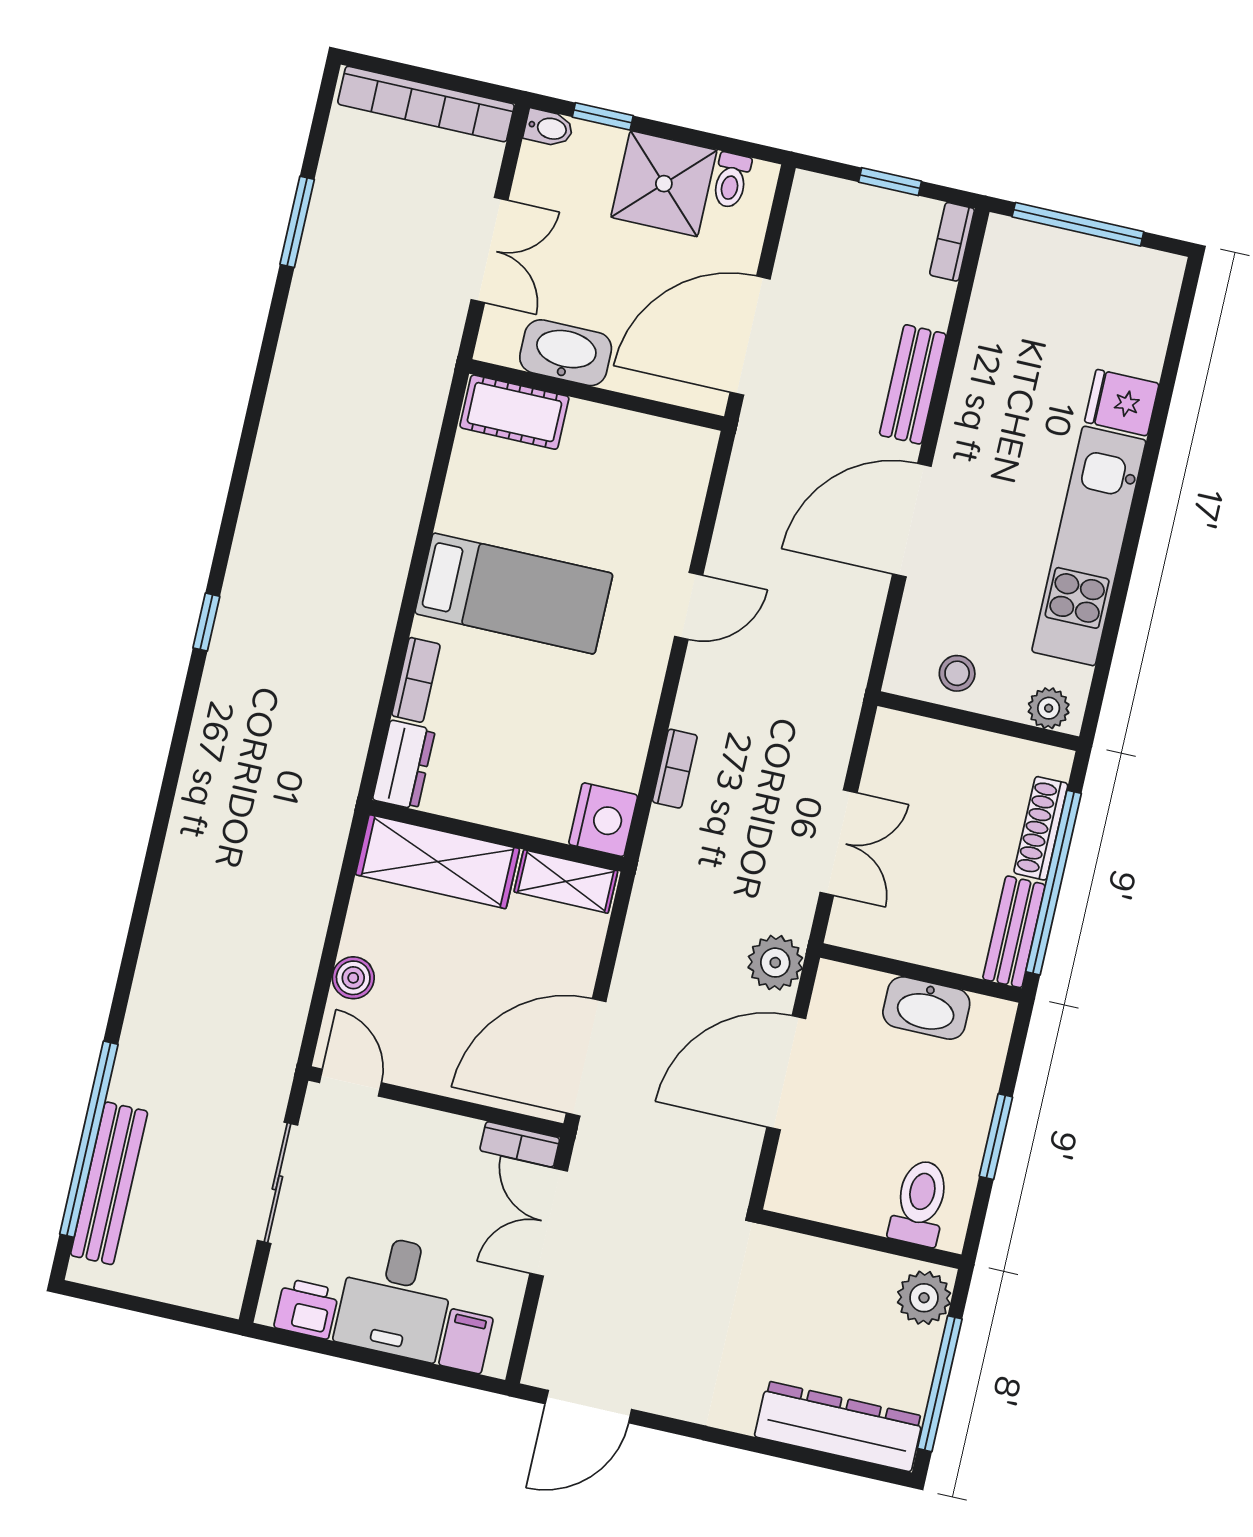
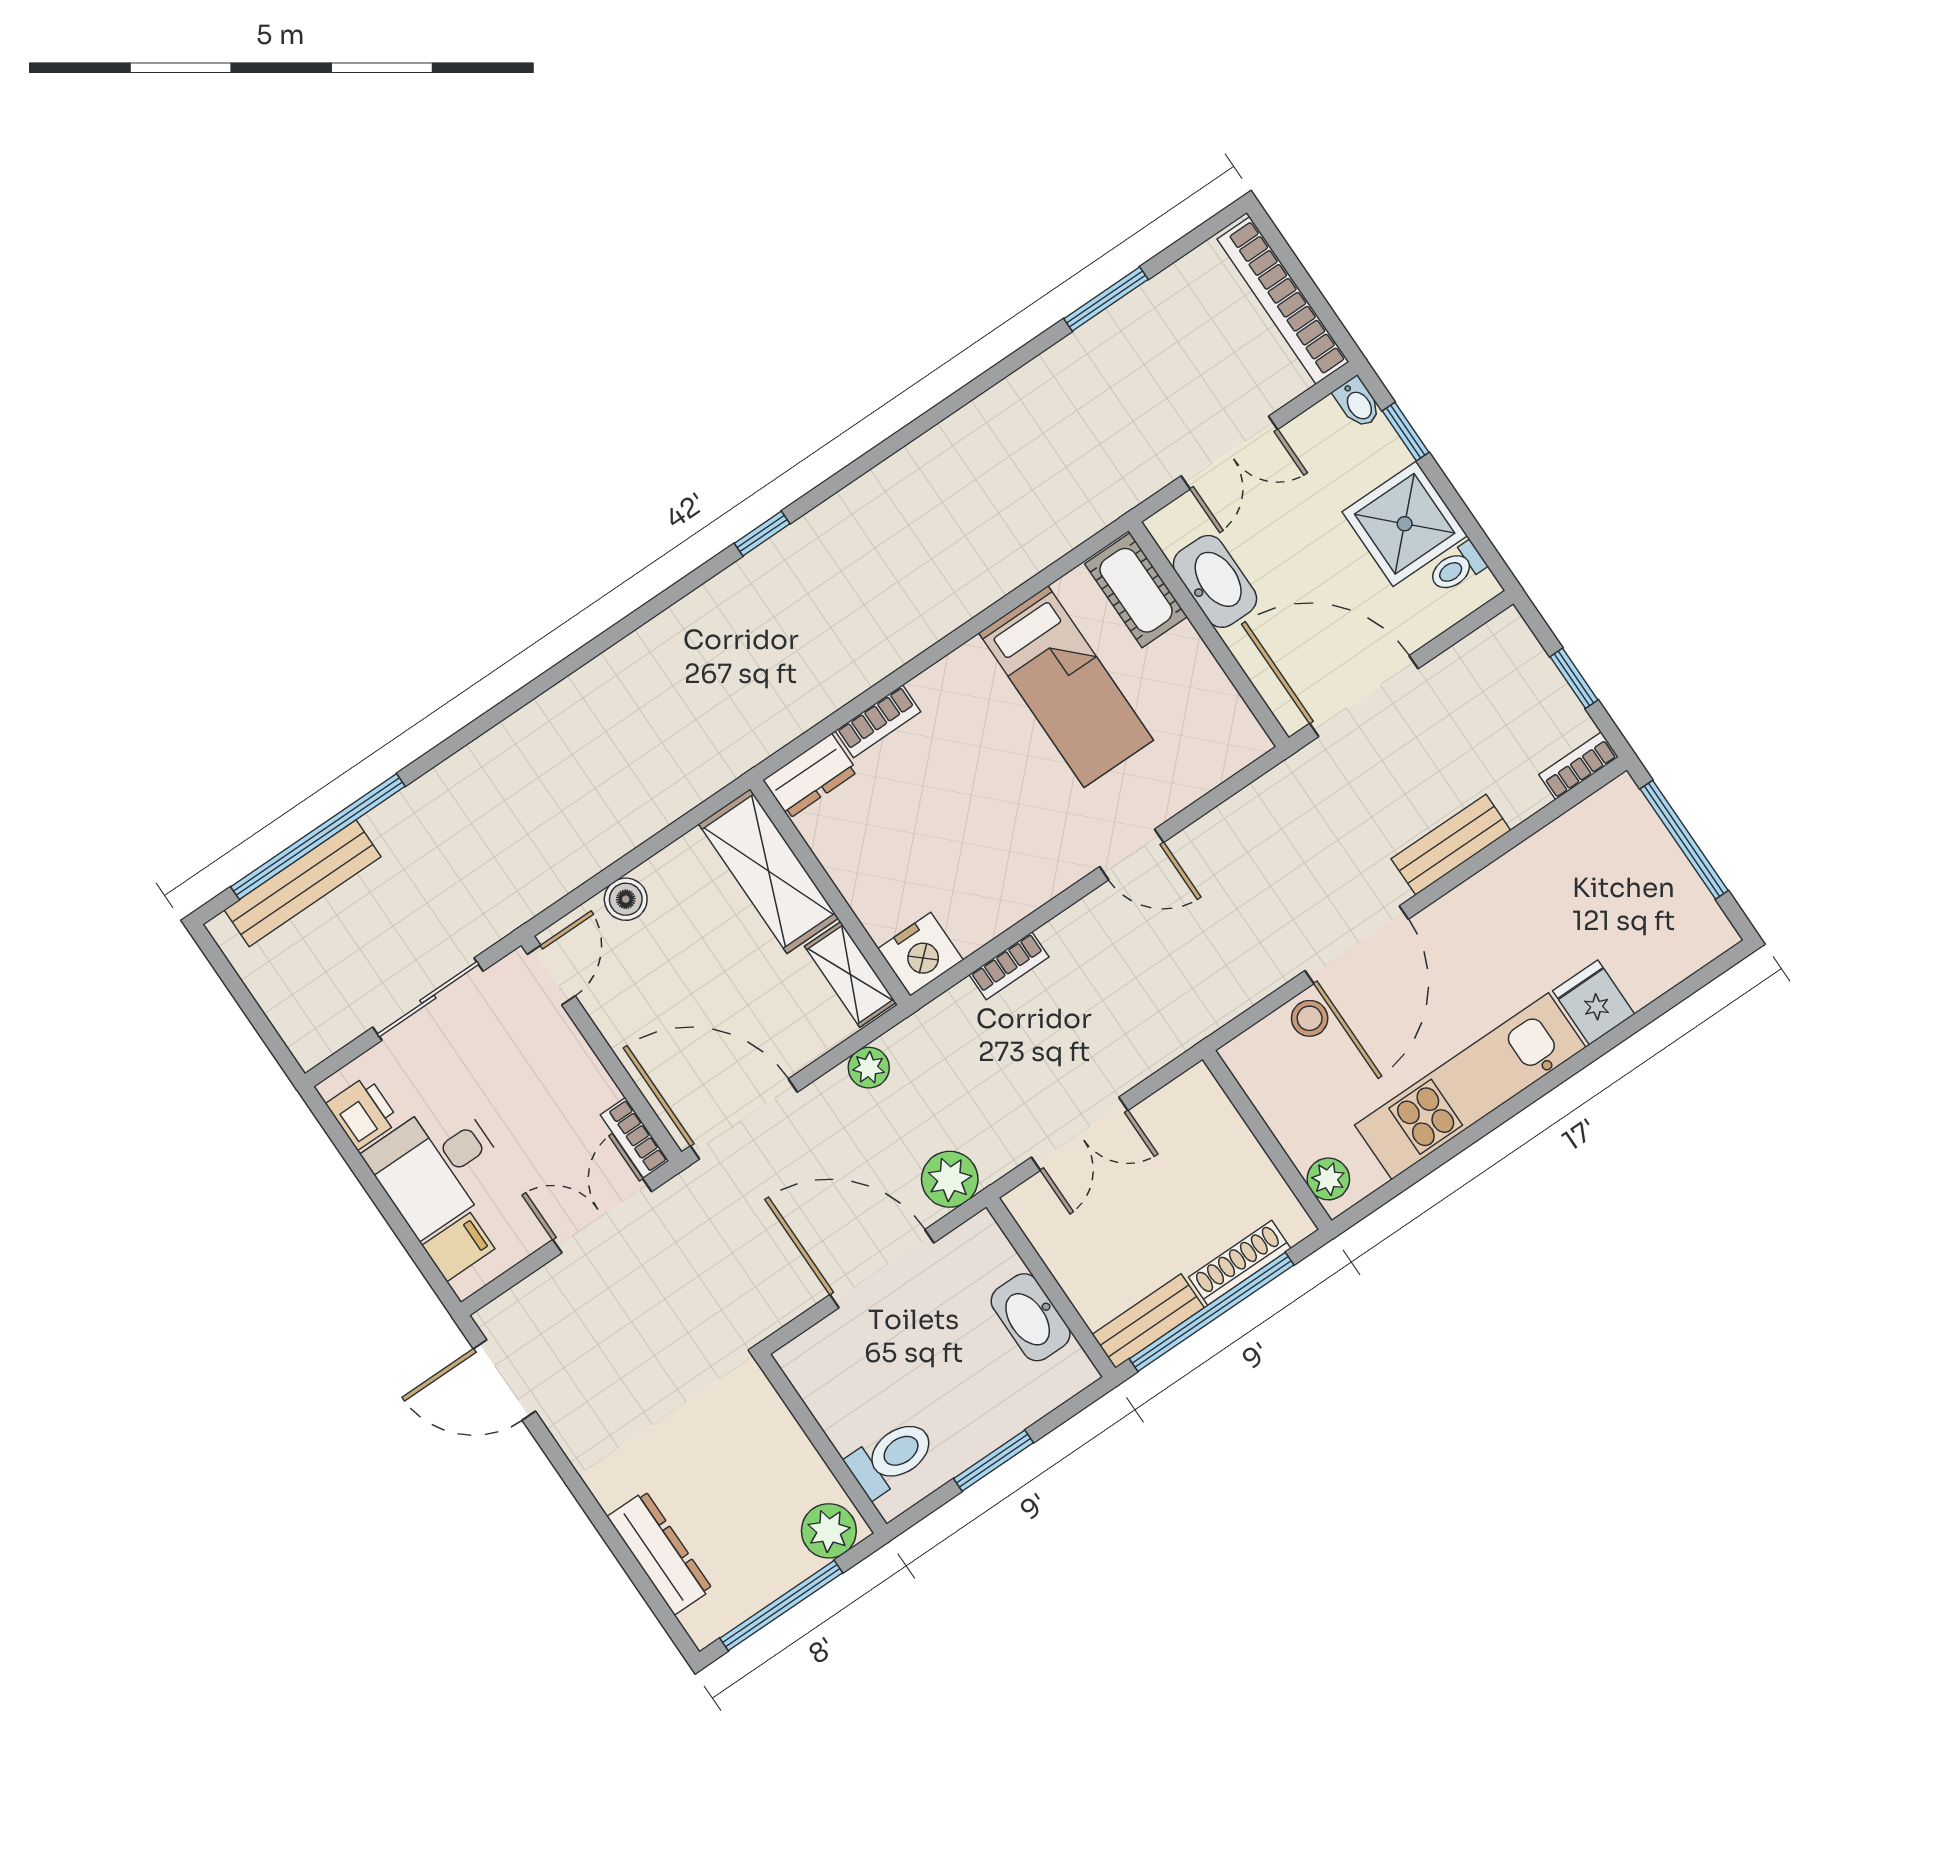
door: (912, 520) -> (1357, 945), swing flipped
bed: (514, 594) -> (1066, 687), moved
stool: (957, 673) -> (1310, 1018), moved
plant: (642, 936) -> (869, 1068), added
dresser: (839, 1426) -> (660, 1553), width x0.73, depth x0.80

